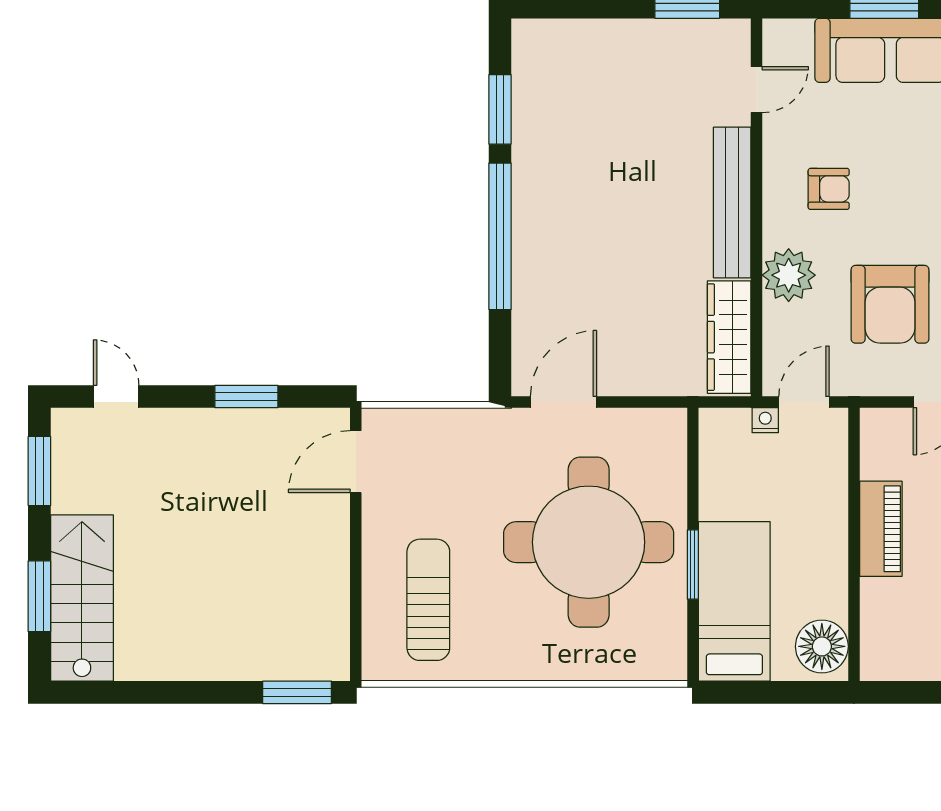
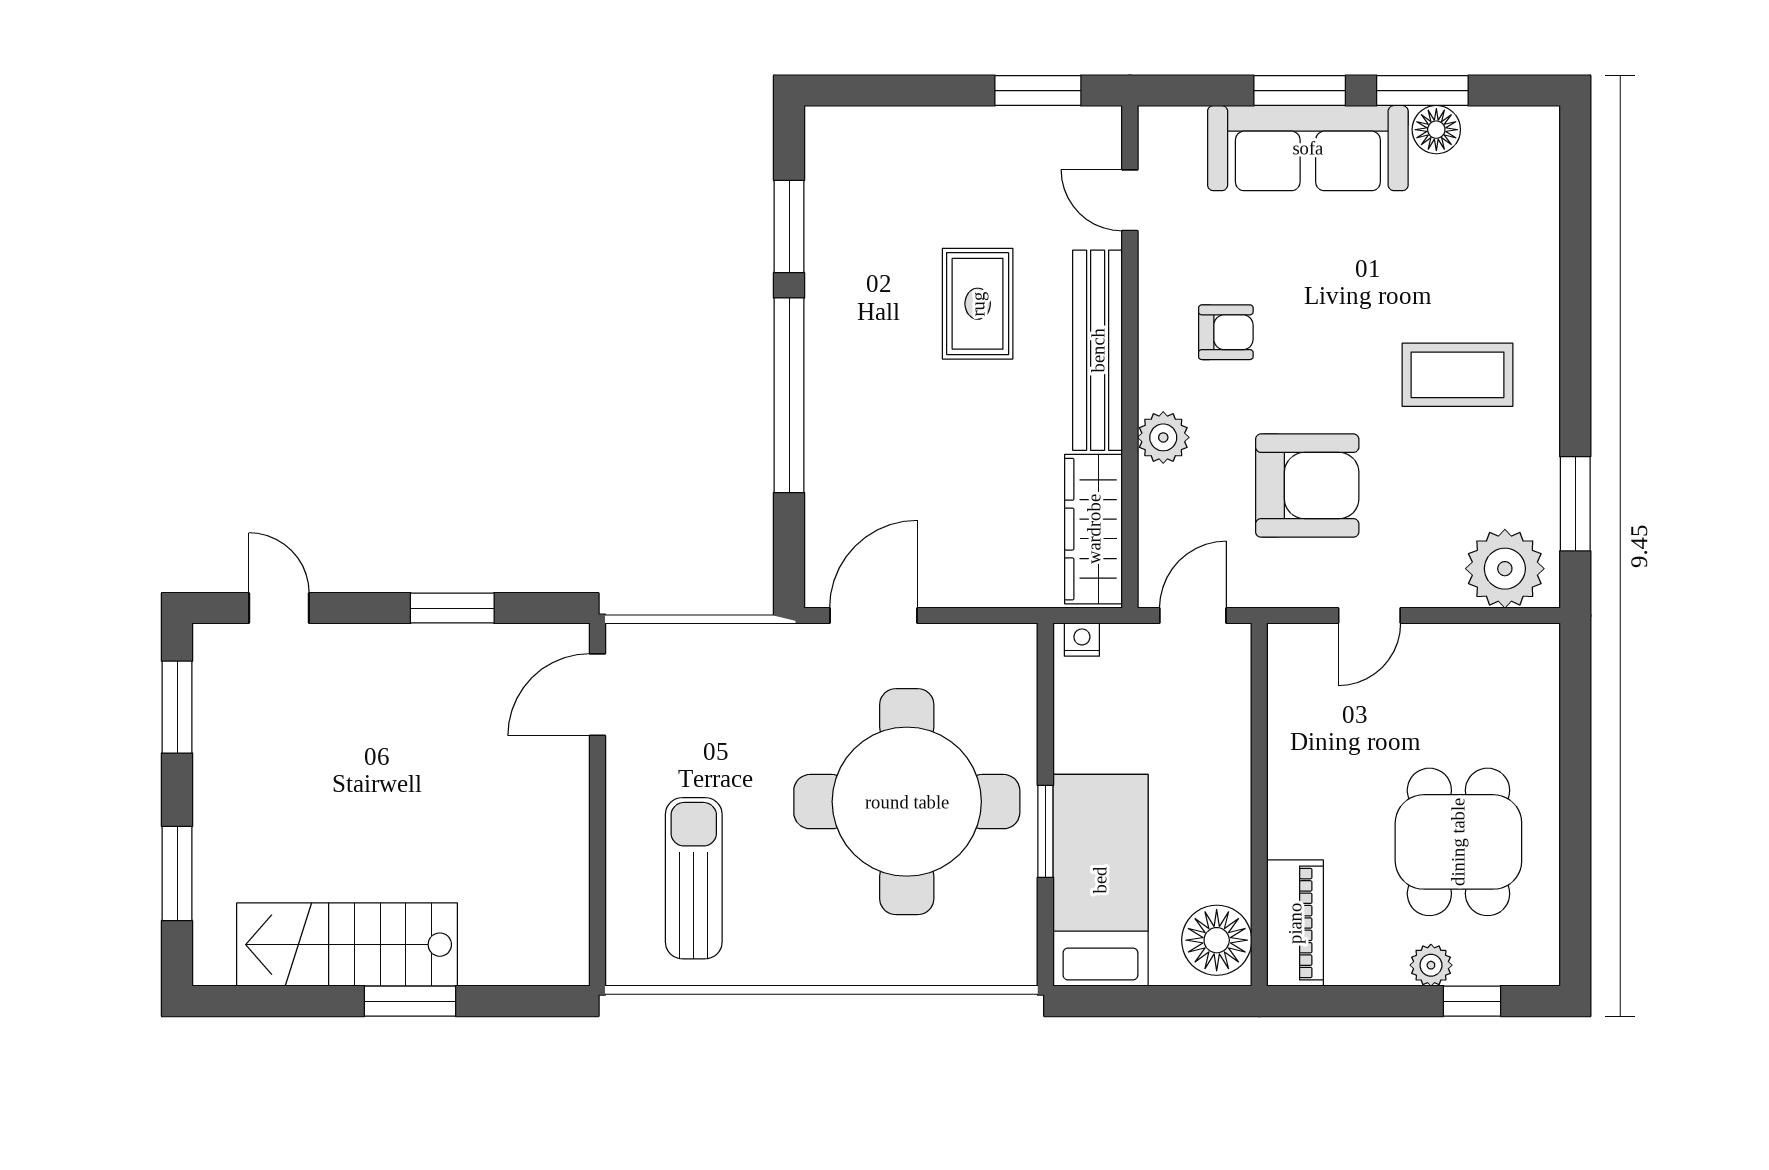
door: (757, 90) -> (1130, 200), swing flipped
rug: (642, 167) -> (978, 304), added
plant: (789, 275) -> (1163, 437), width x0.73, depth x0.73
armchair: (890, 304) -> (1307, 486), turned -90
nightstand: (765, 420) -> (1082, 640), moved
piano: (881, 529) -> (1295, 923), moved
stairs: (82, 598) -> (347, 945), moved, turned -90
window: (297, 692) -> (410, 1001), moved

